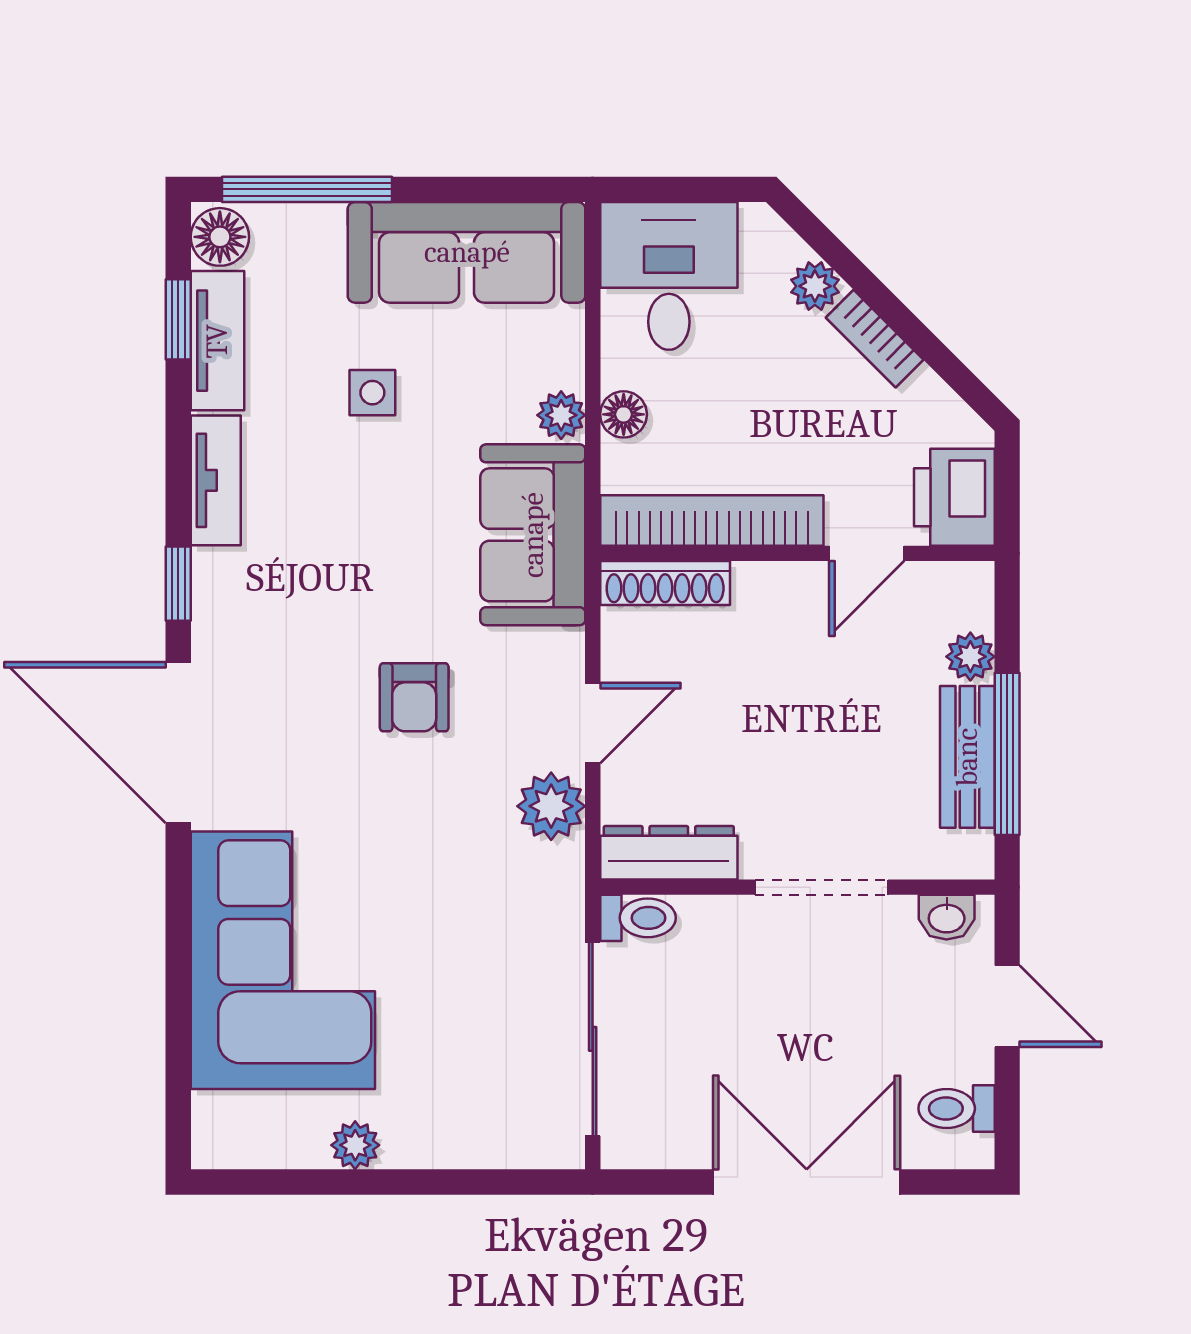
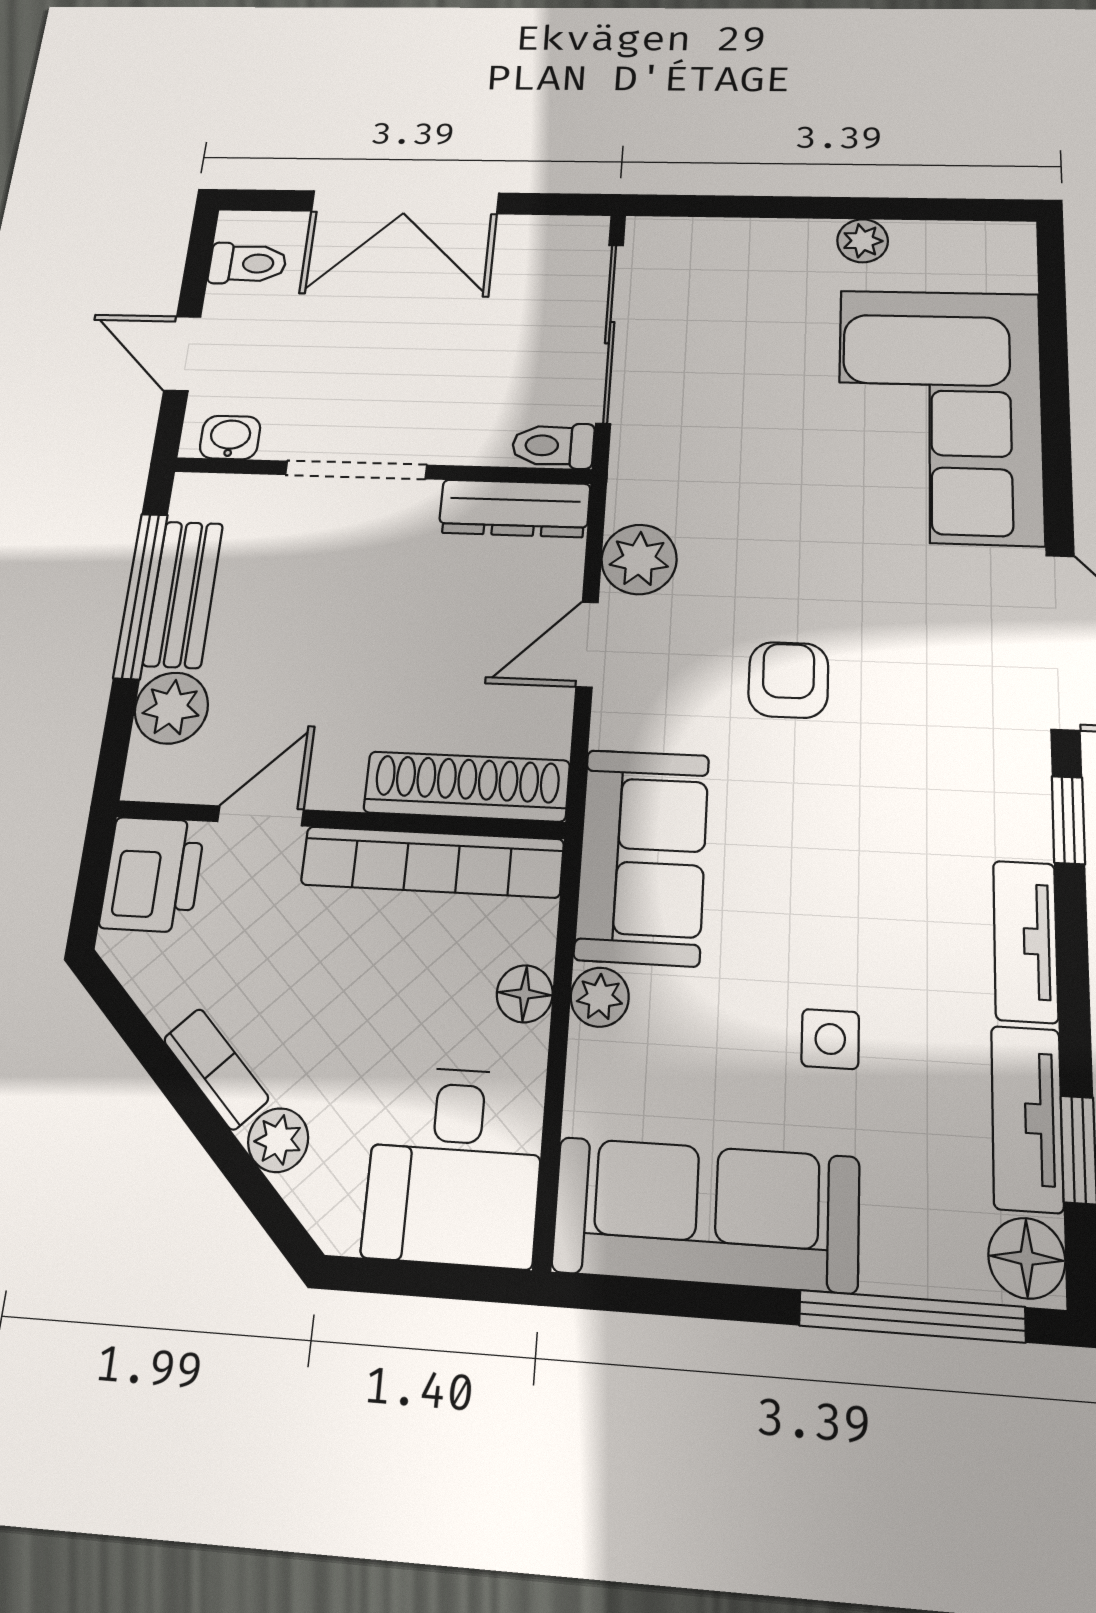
shoe rack: (665, 583) -> (467, 786), width x1.36, depth x1.24
plant: (970, 657) -> (171, 708), width x1.38, depth x1.38

